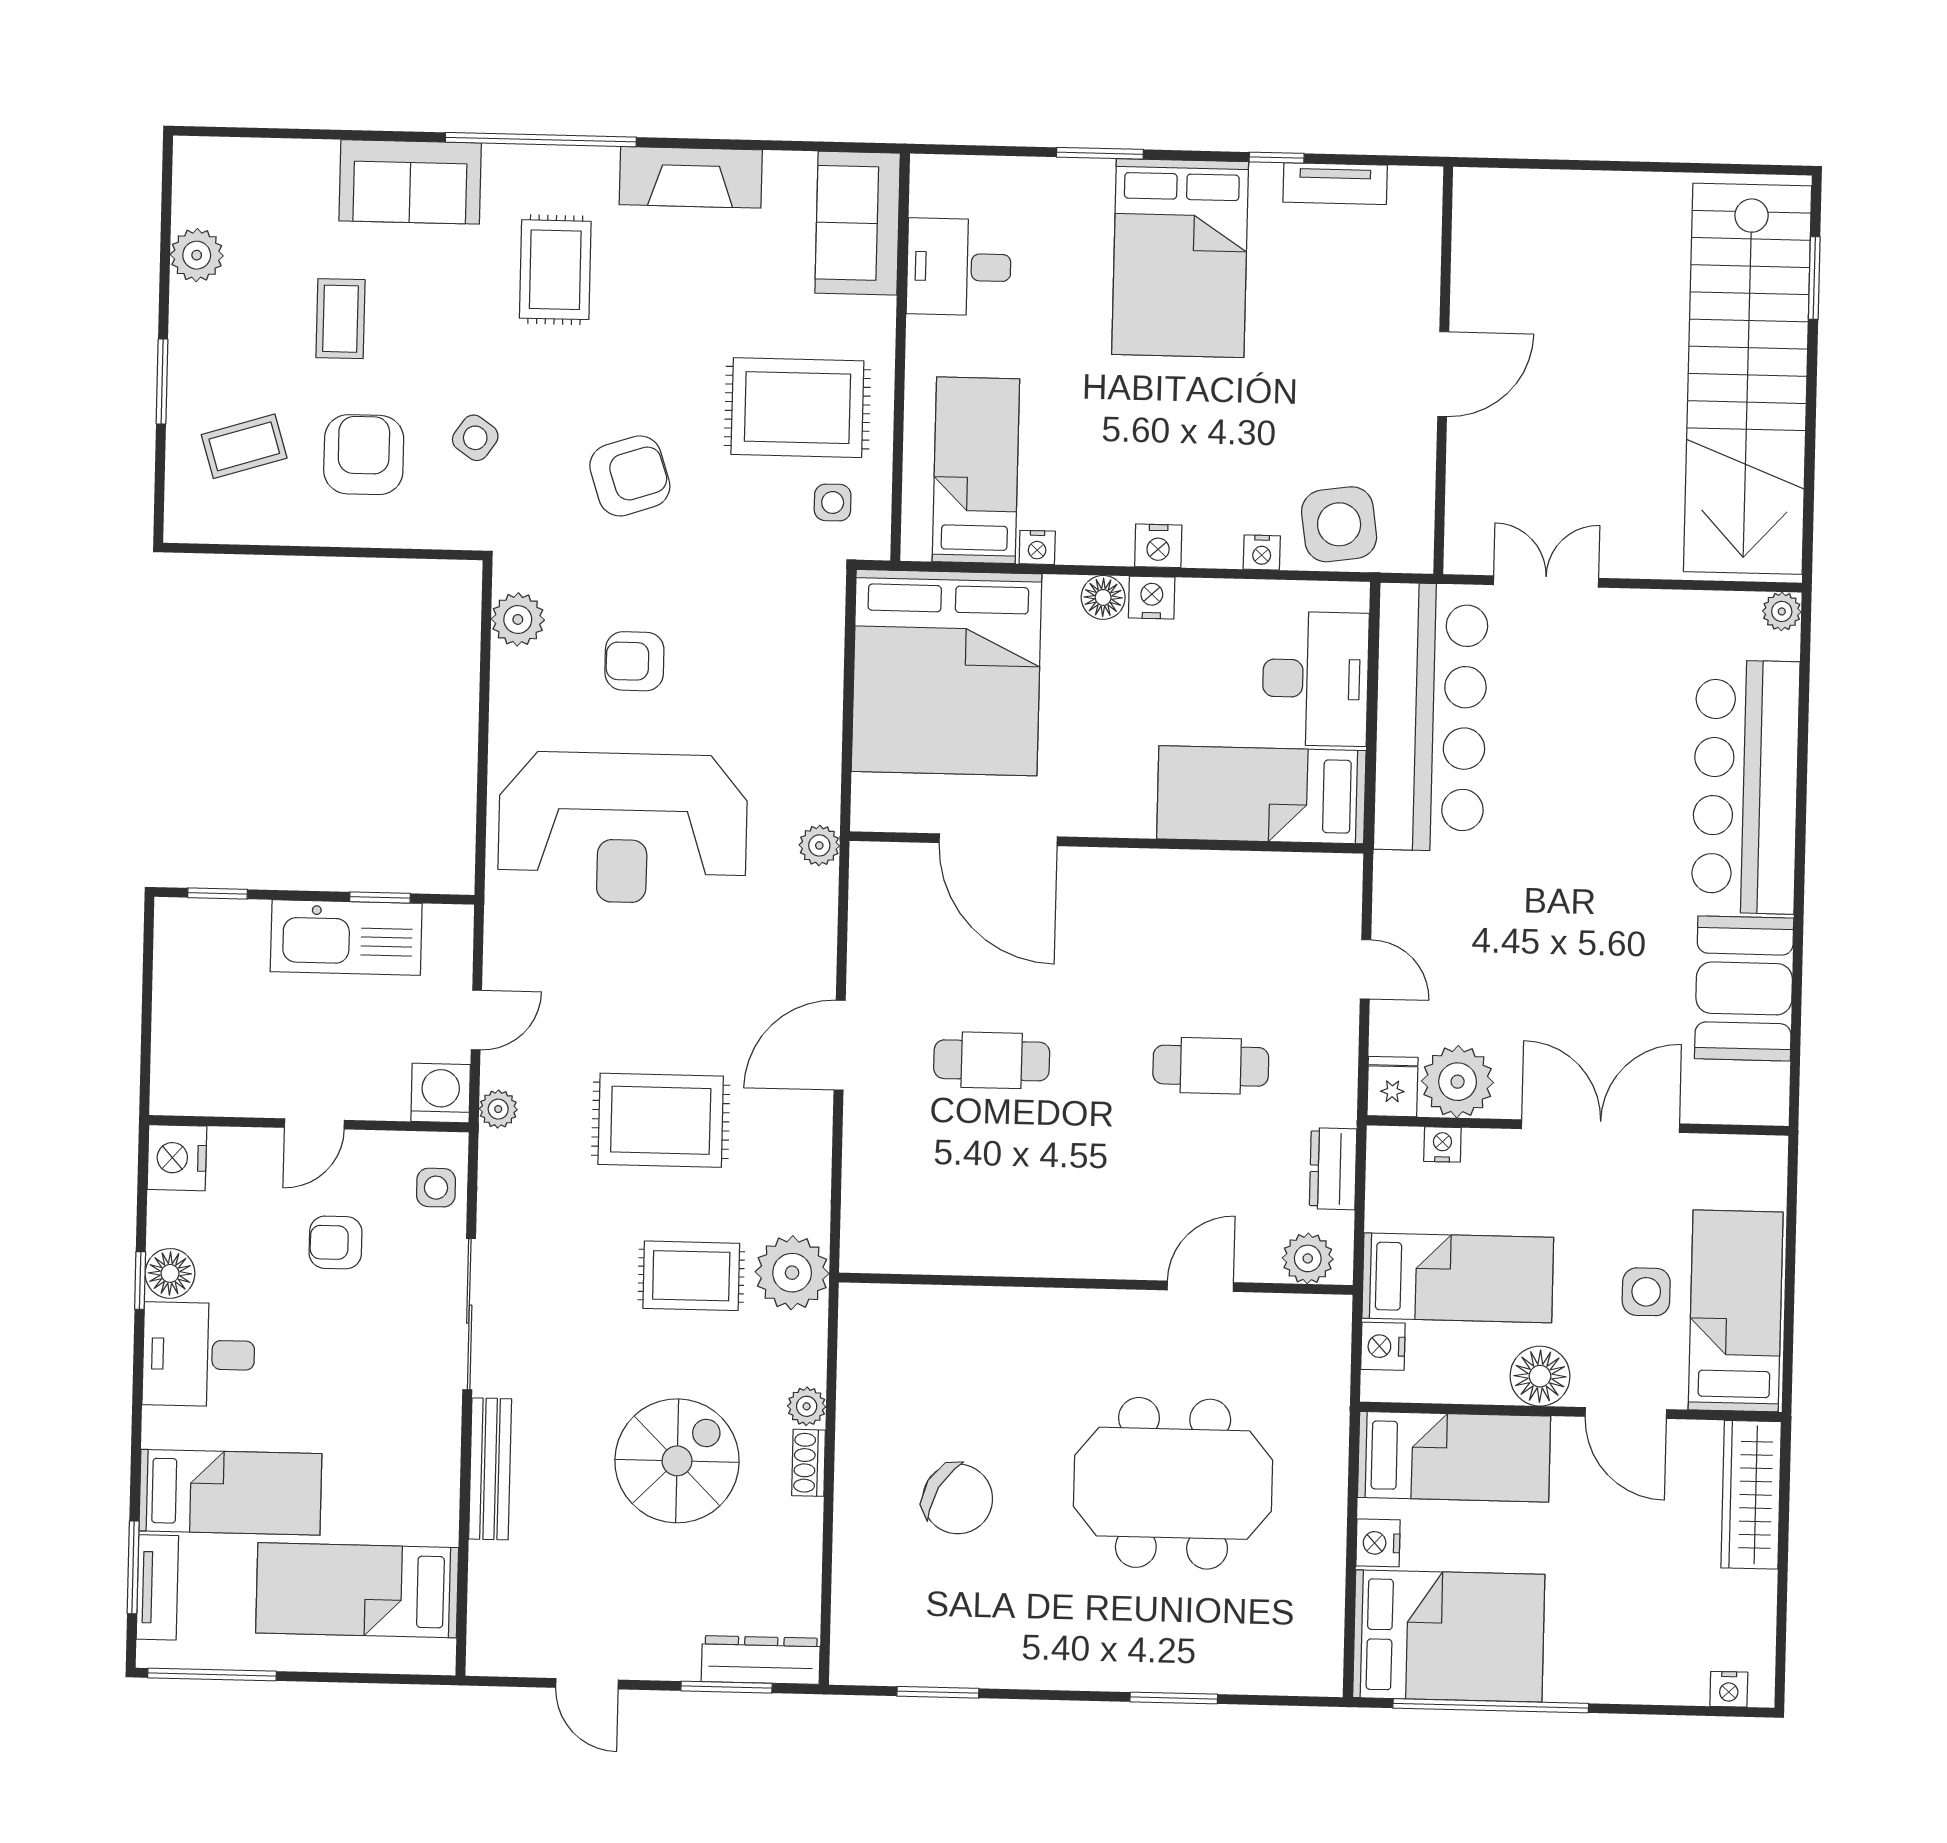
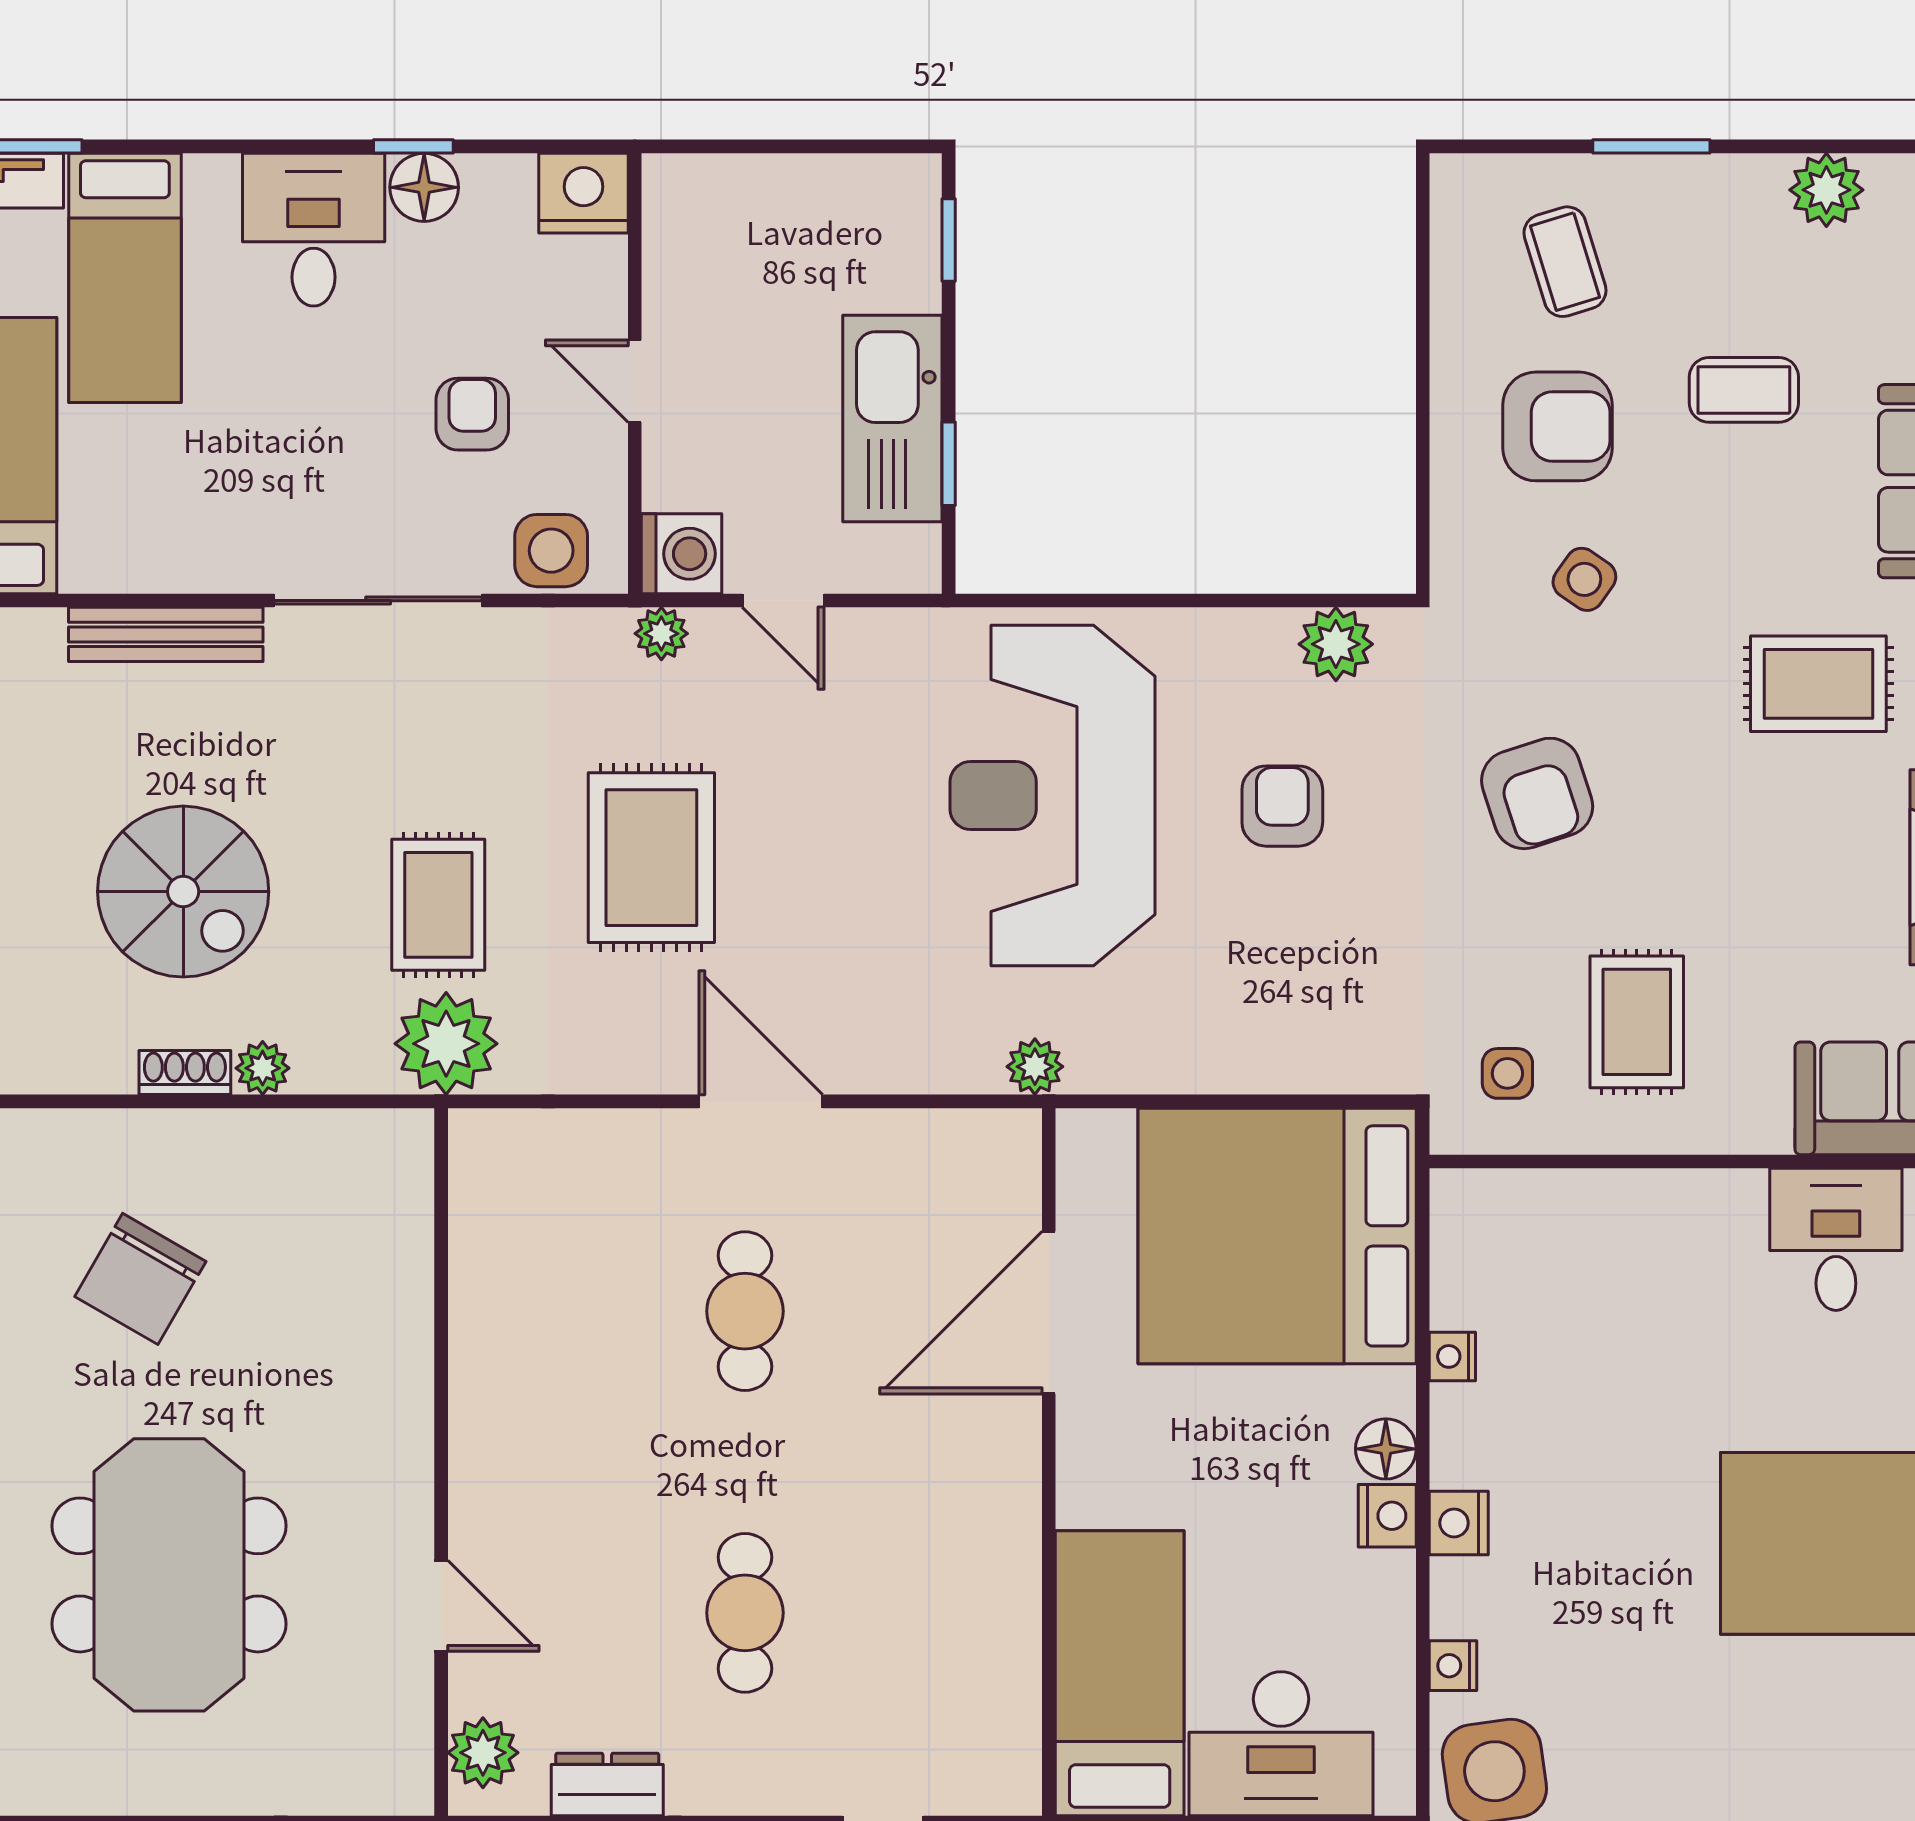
rug: (797, 408) -> (1637, 1022), width x0.73, depth x0.70
bed: (976, 470) -> (1557, 1270), removed
side table: (436, 1188) -> (551, 551), width x1.37, depth x1.37

